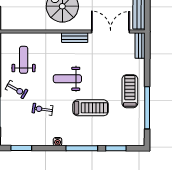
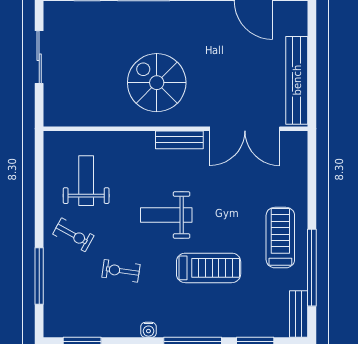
double door: (111, 32) -> (245, 129), swing flipped
bench: (140, 46) -> (299, 314), moved

